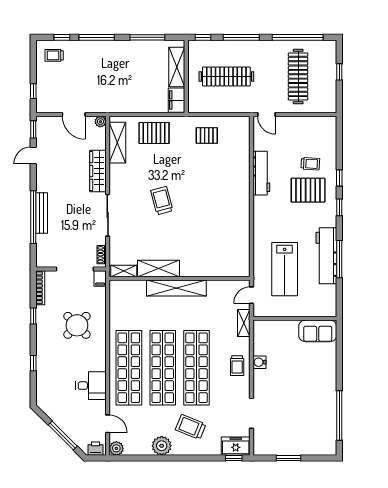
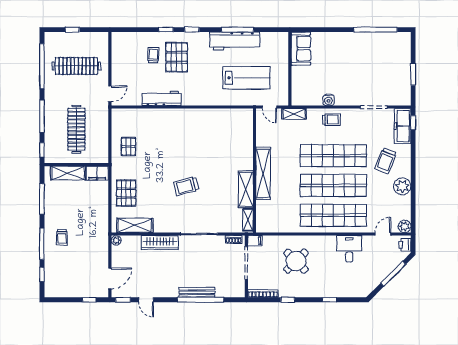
trolley: (54, 55) -> (62, 237), moved
door: (74, 114) -> (110, 278), moved
freezer: (236, 446) -> (403, 126), width x1.40

